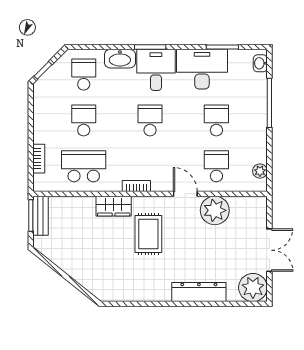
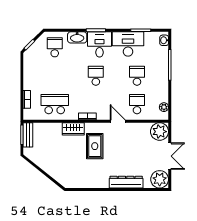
school desk: (84, 120) -> (55, 76), removed
plant: (215, 210) -> (160, 132), moved

